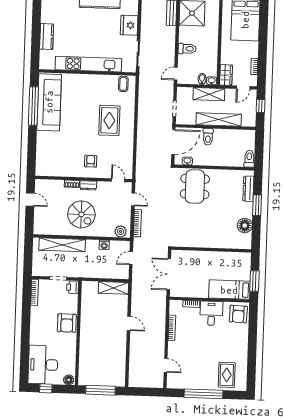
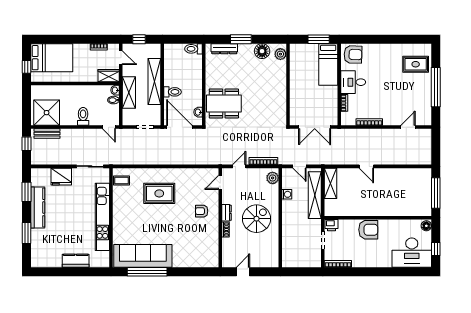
plant: (241, 243) -> (280, 54), added
shelving: (62, 245) -> (315, 195), moved
door: (129, 323) -> (366, 166), swing flipped

